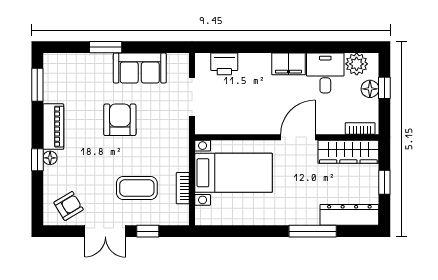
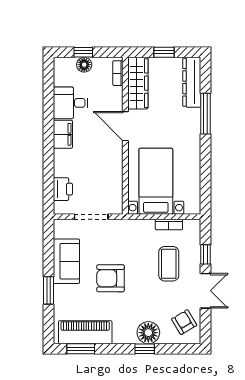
plant: (357, 64) -> (63, 76), removed
piano: (53, 127) -> (85, 332), moved, width x1.37, depth x1.33
floor lamp: (50, 158) -> (148, 333), width x1.89, depth x1.89

